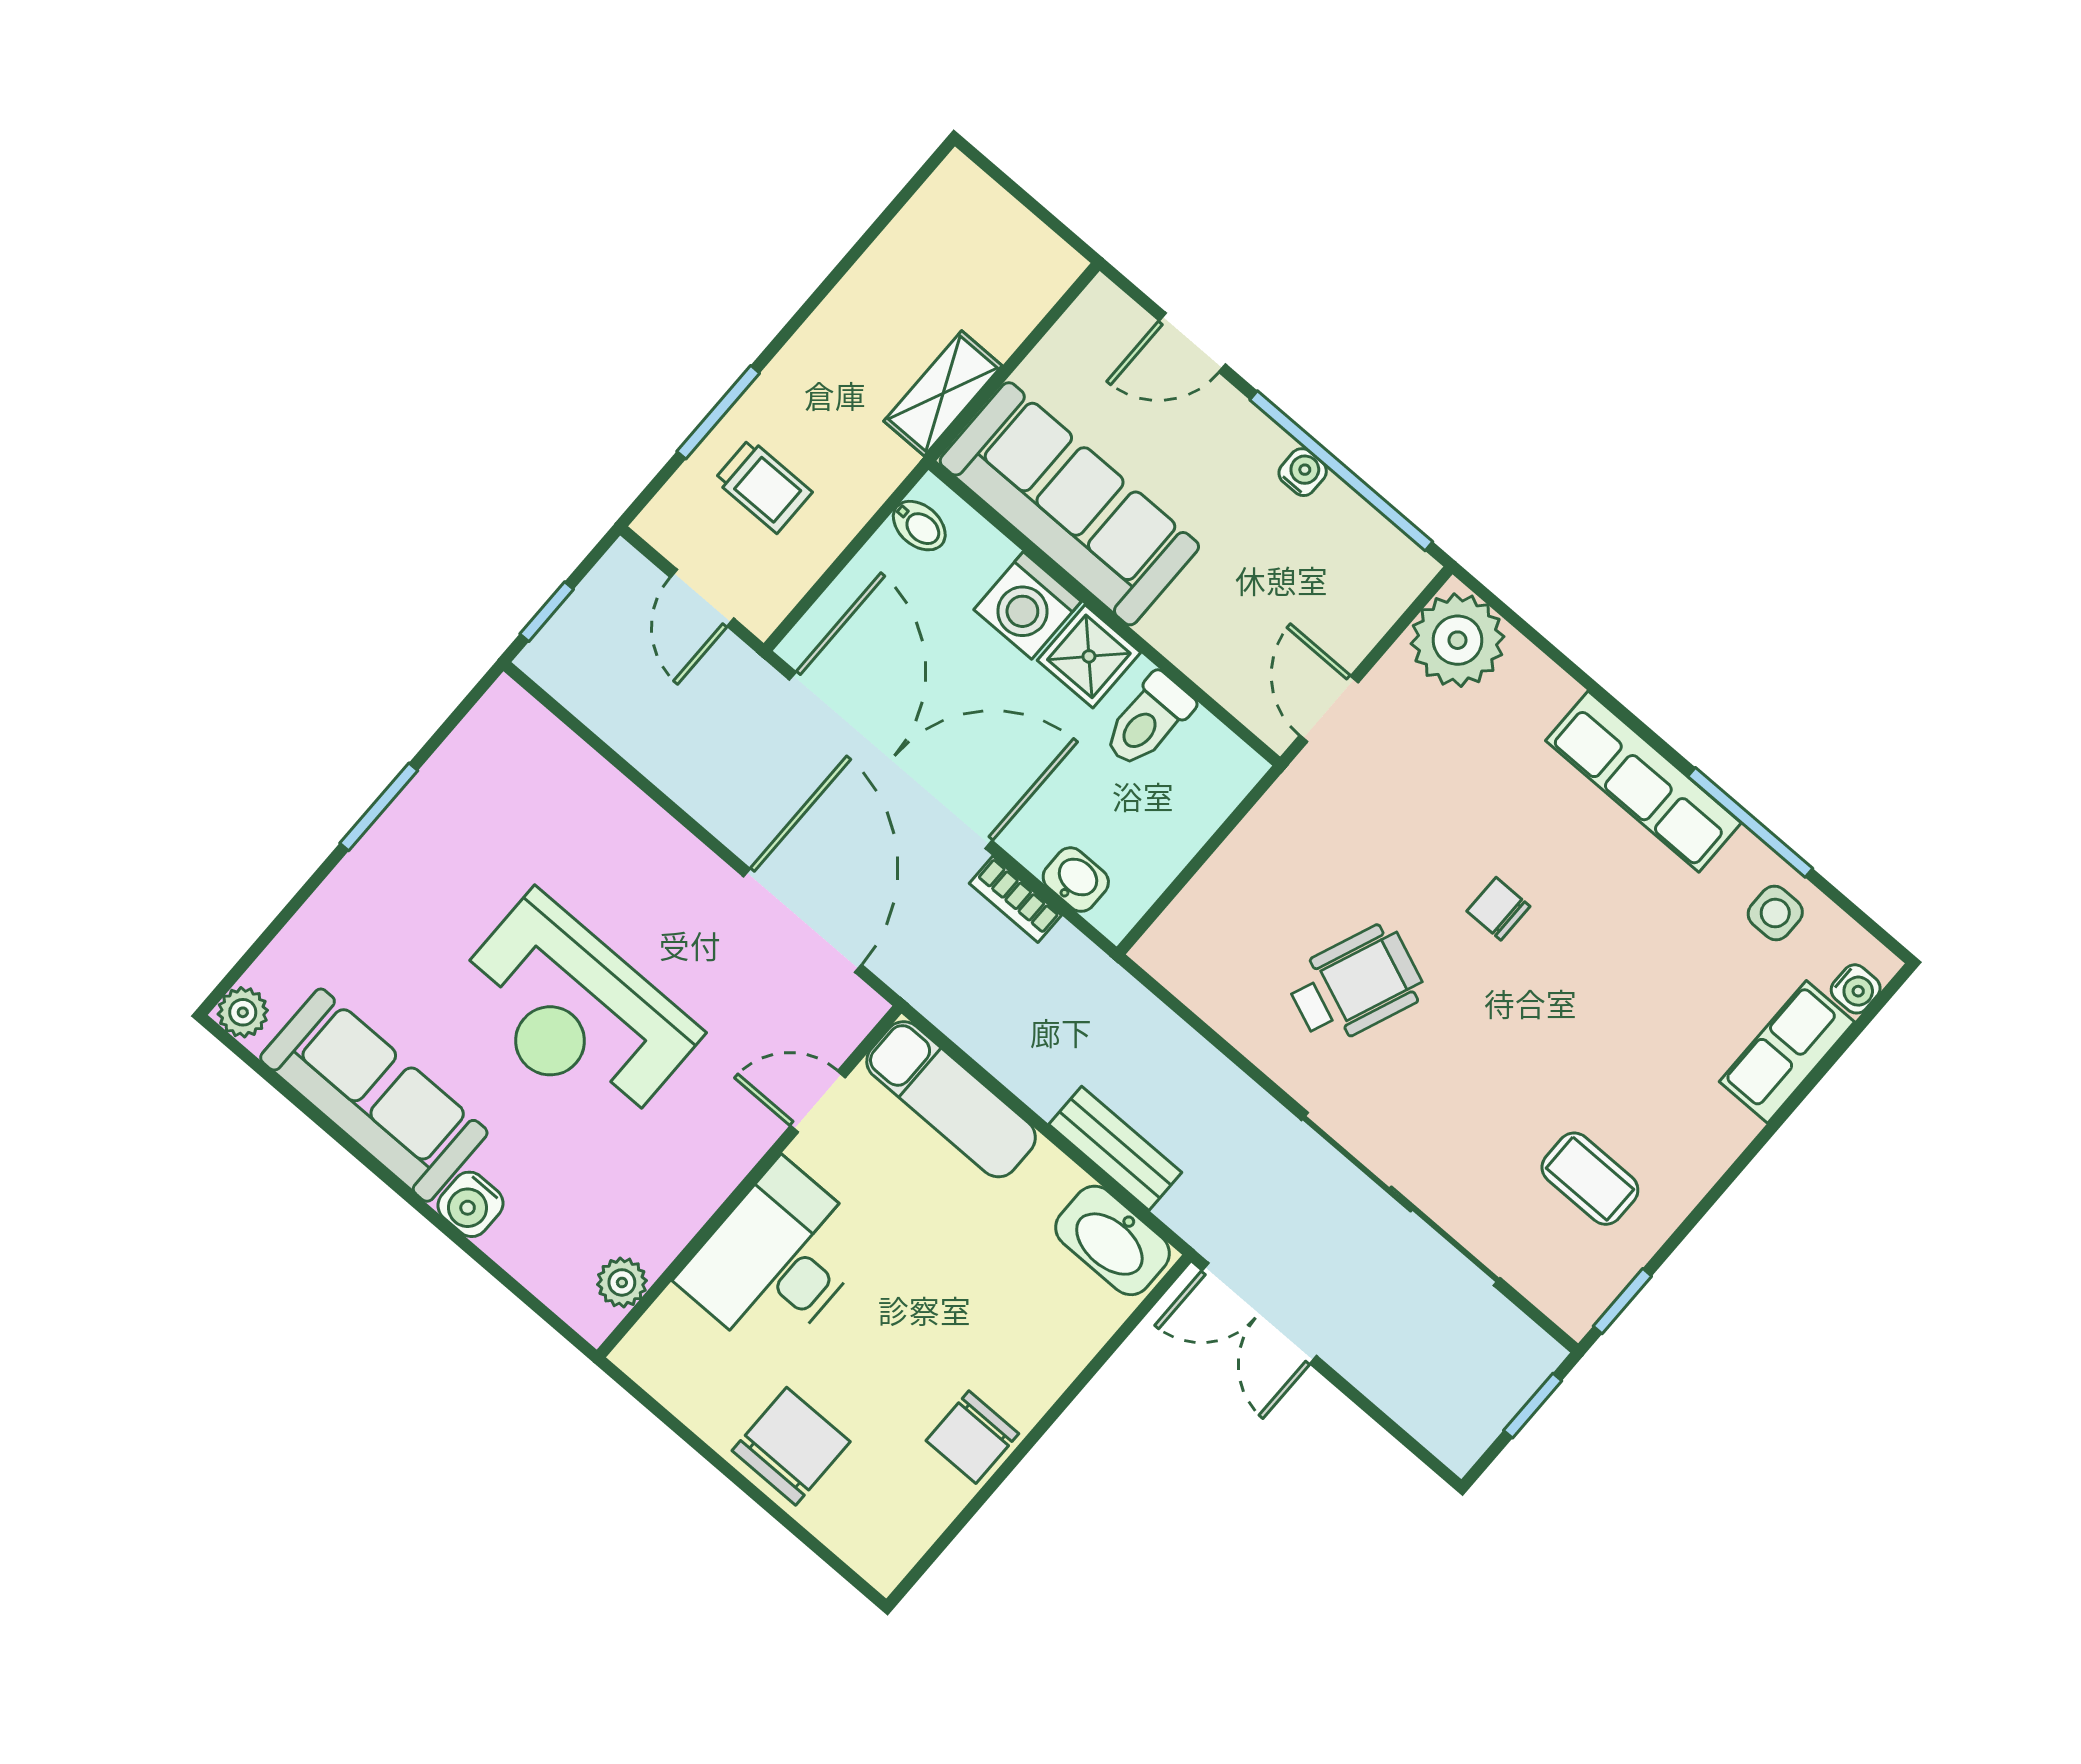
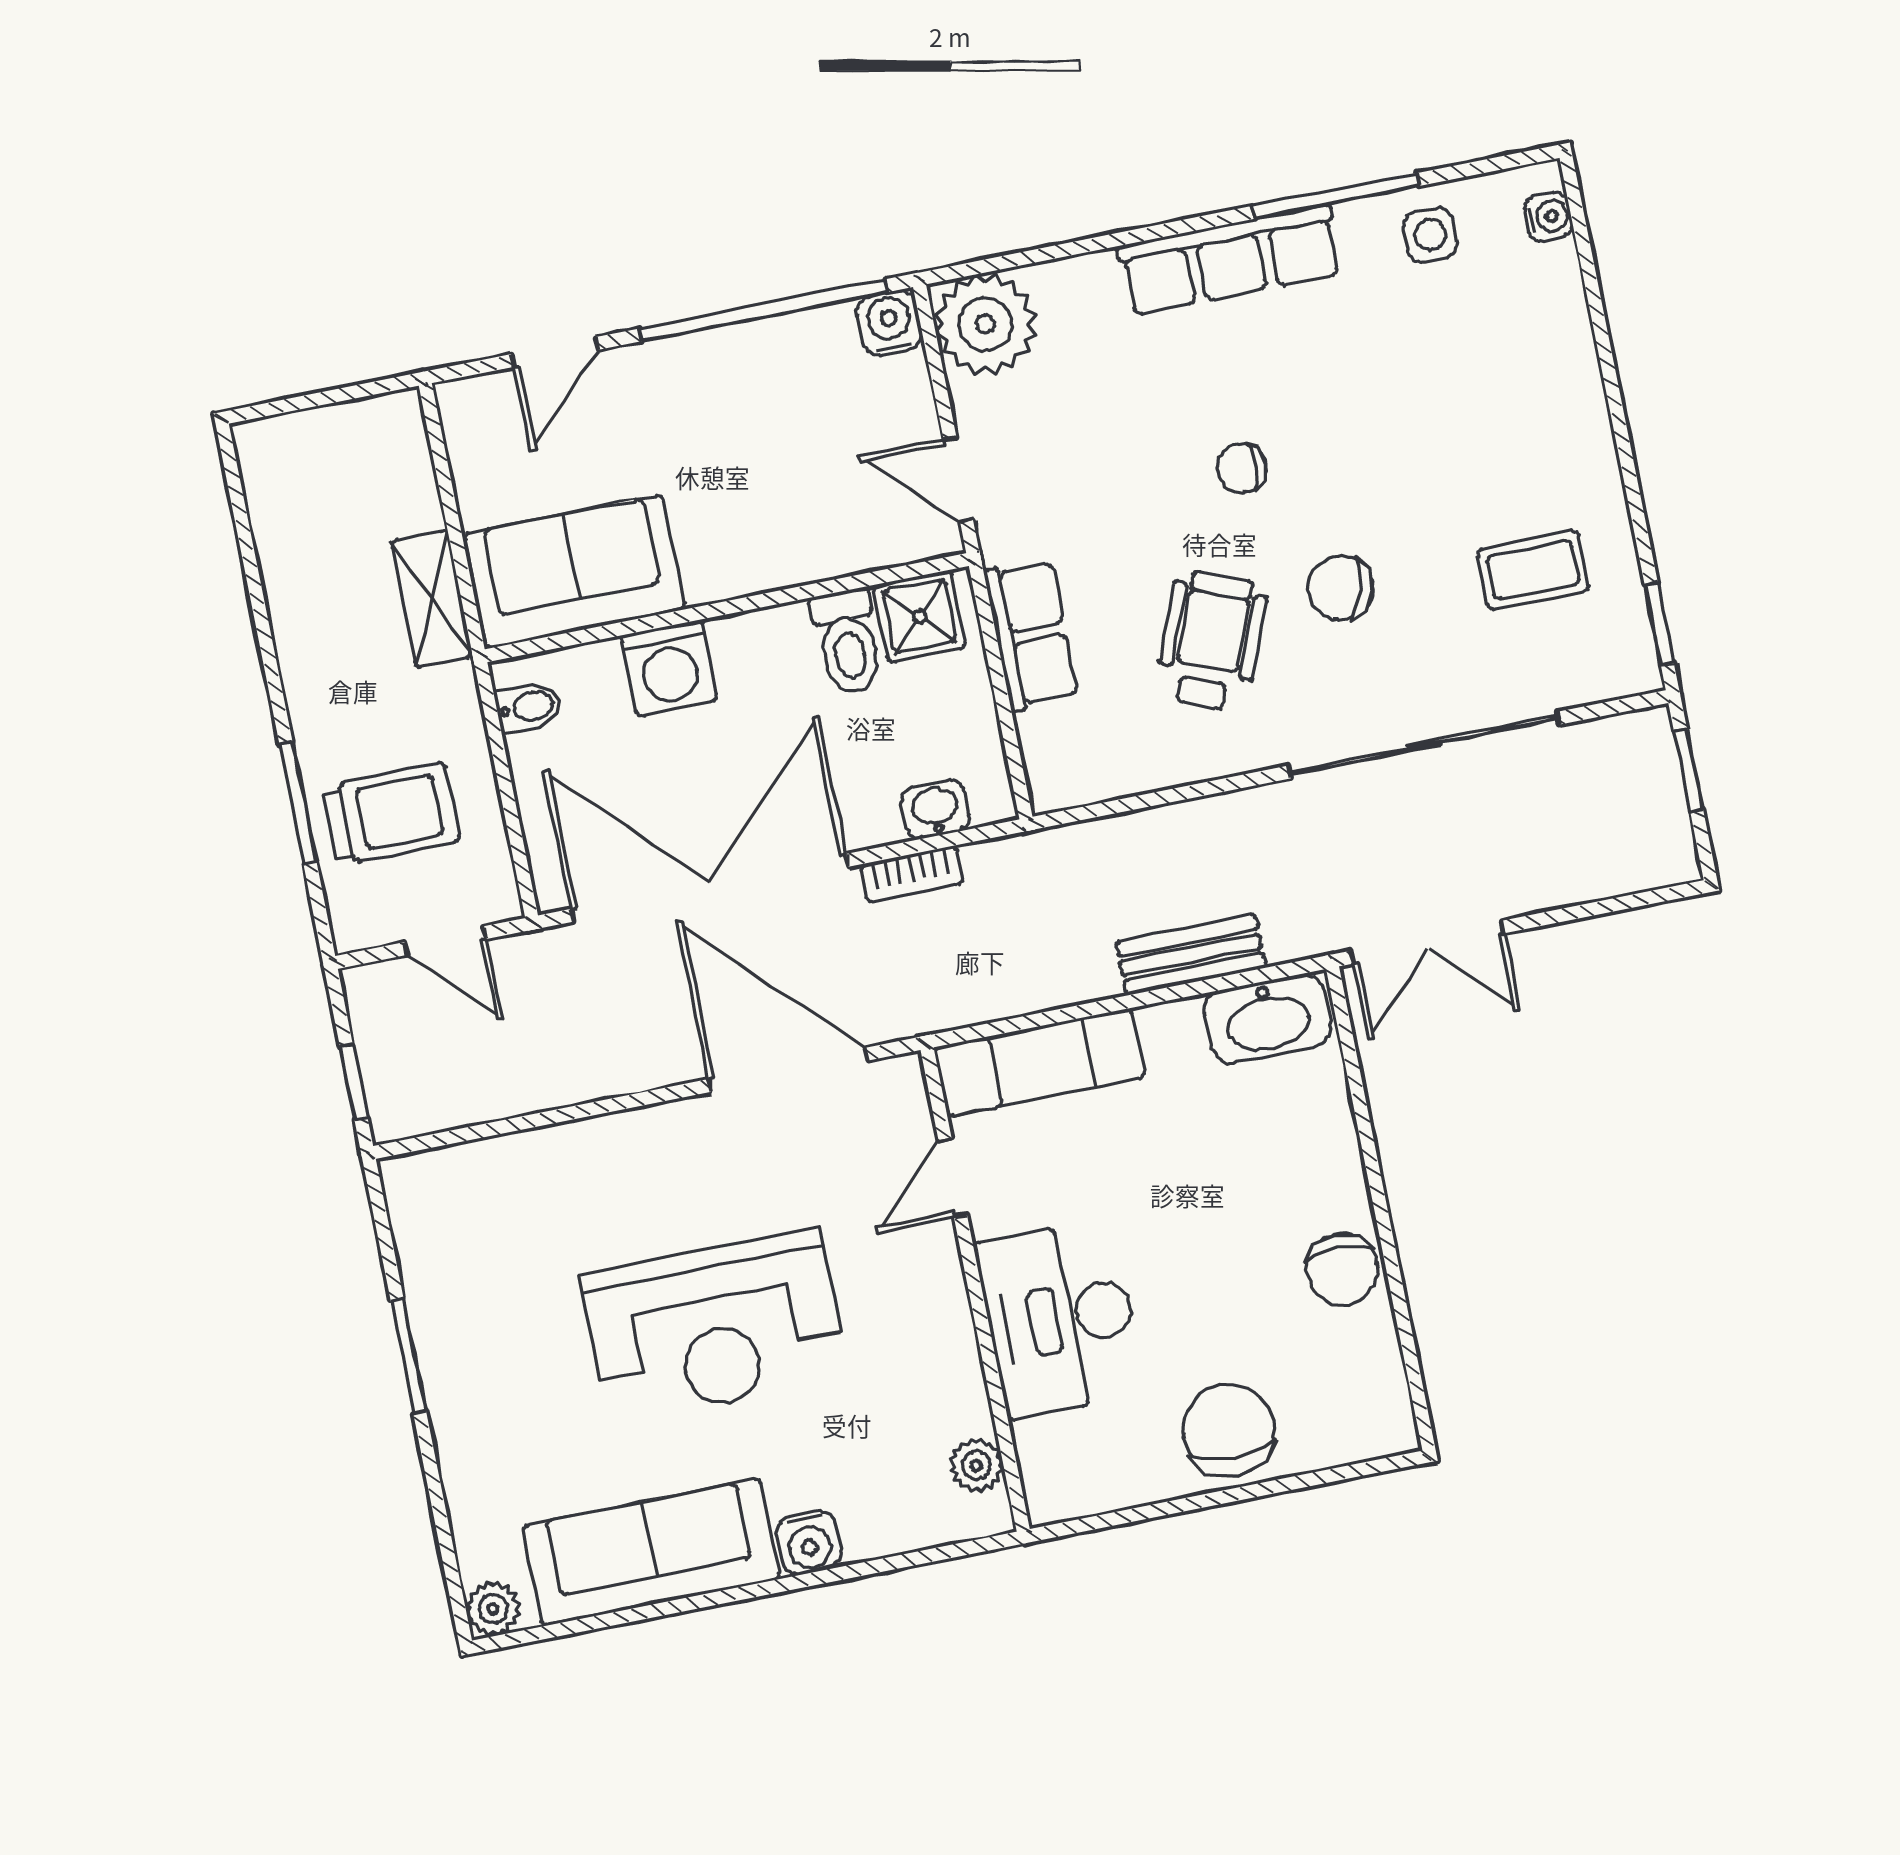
water cooler: (1303, 472) -> (889, 323), moved, width x1.38, depth x1.38
trolley: (763, 486) -> (391, 814), width x1.36, depth x1.39
sofa: (1069, 504) -> (574, 572), width x0.73
shower: (1089, 656) -> (920, 616), moved
chair: (1467, 1048) -> (1340, 588), added
row of seats: (1787, 1052) -> (1031, 635), moved, turned 180

